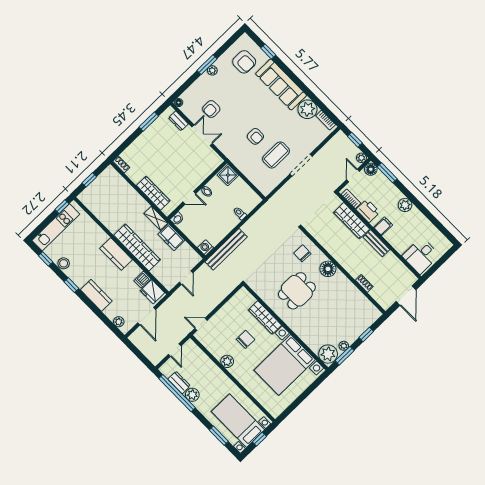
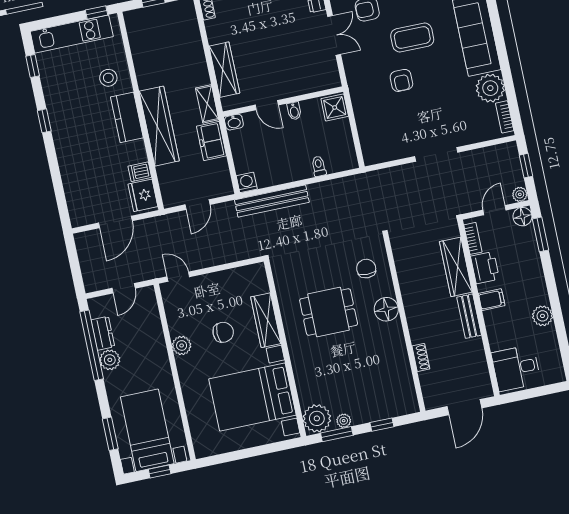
coffee table: (276, 155) -> (412, 38), moved
plant: (405, 205) -> (542, 316), moved
stool: (64, 263) -> (108, 78), moved
kitchen counter: (96, 295) -> (68, 154), removed
plant: (119, 322) -> (75, 206), removed

